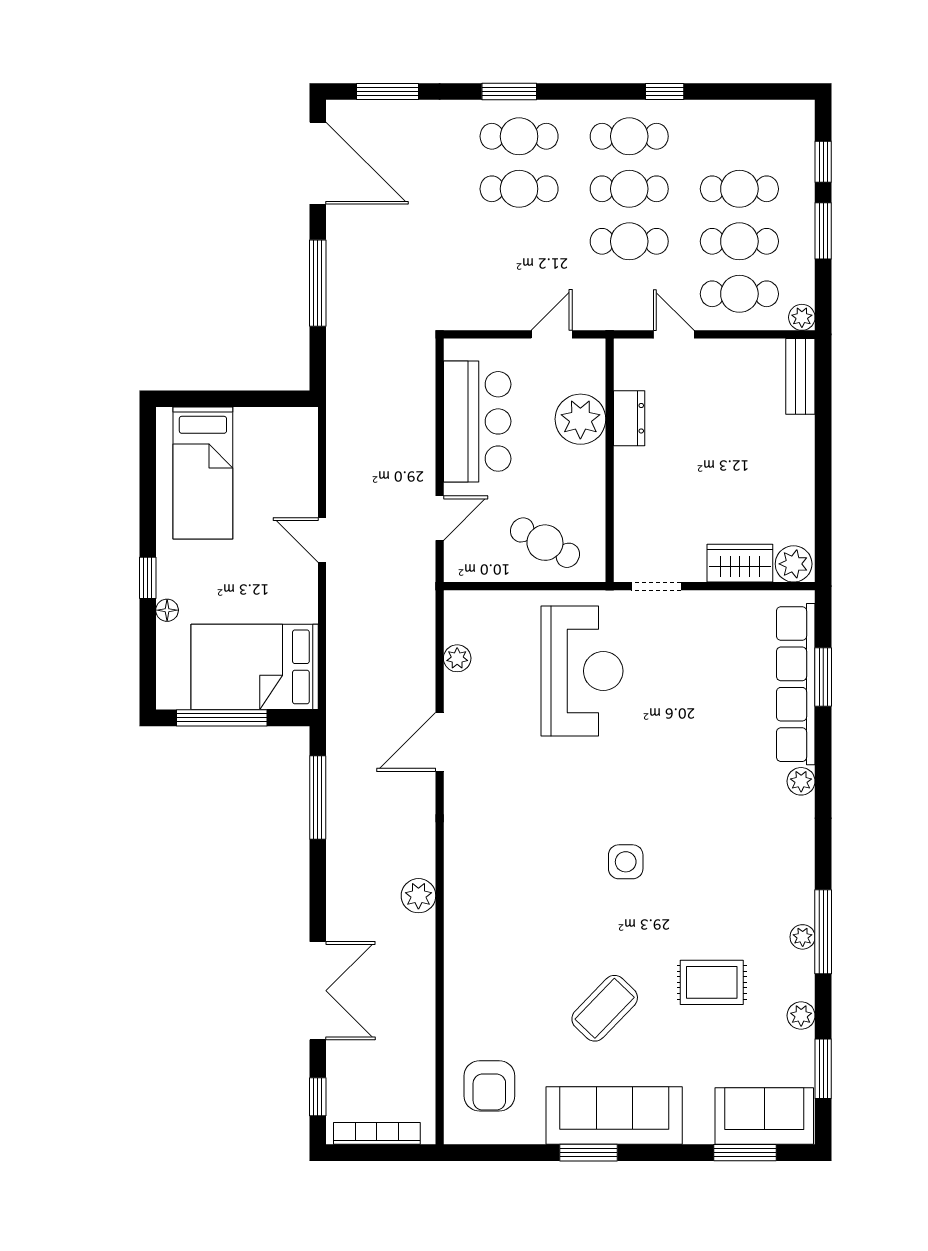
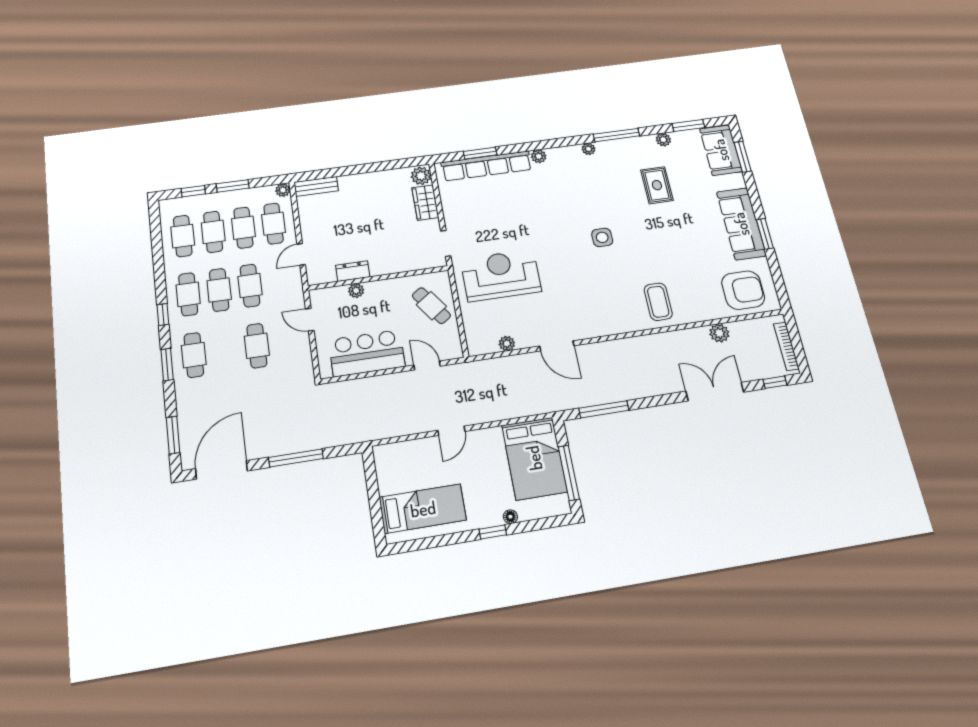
window: (665, 91) -> (163, 315), moved
cafe table: (739, 136) -> (183, 236), added
cafe table: (519, 189) -> (257, 346), moved
plant: (580, 419) -> (356, 291), width x0.53, depth x0.53
cafe table: (545, 543) -> (431, 306), turned -64
plant: (418, 896) -> (719, 333), moved
plant: (803, 937) -> (589, 149), moved
coffee table: (605, 1008) -> (658, 302), moved, turned 46
armchair: (489, 1086) -> (743, 290), width x1.36, depth x1.36

